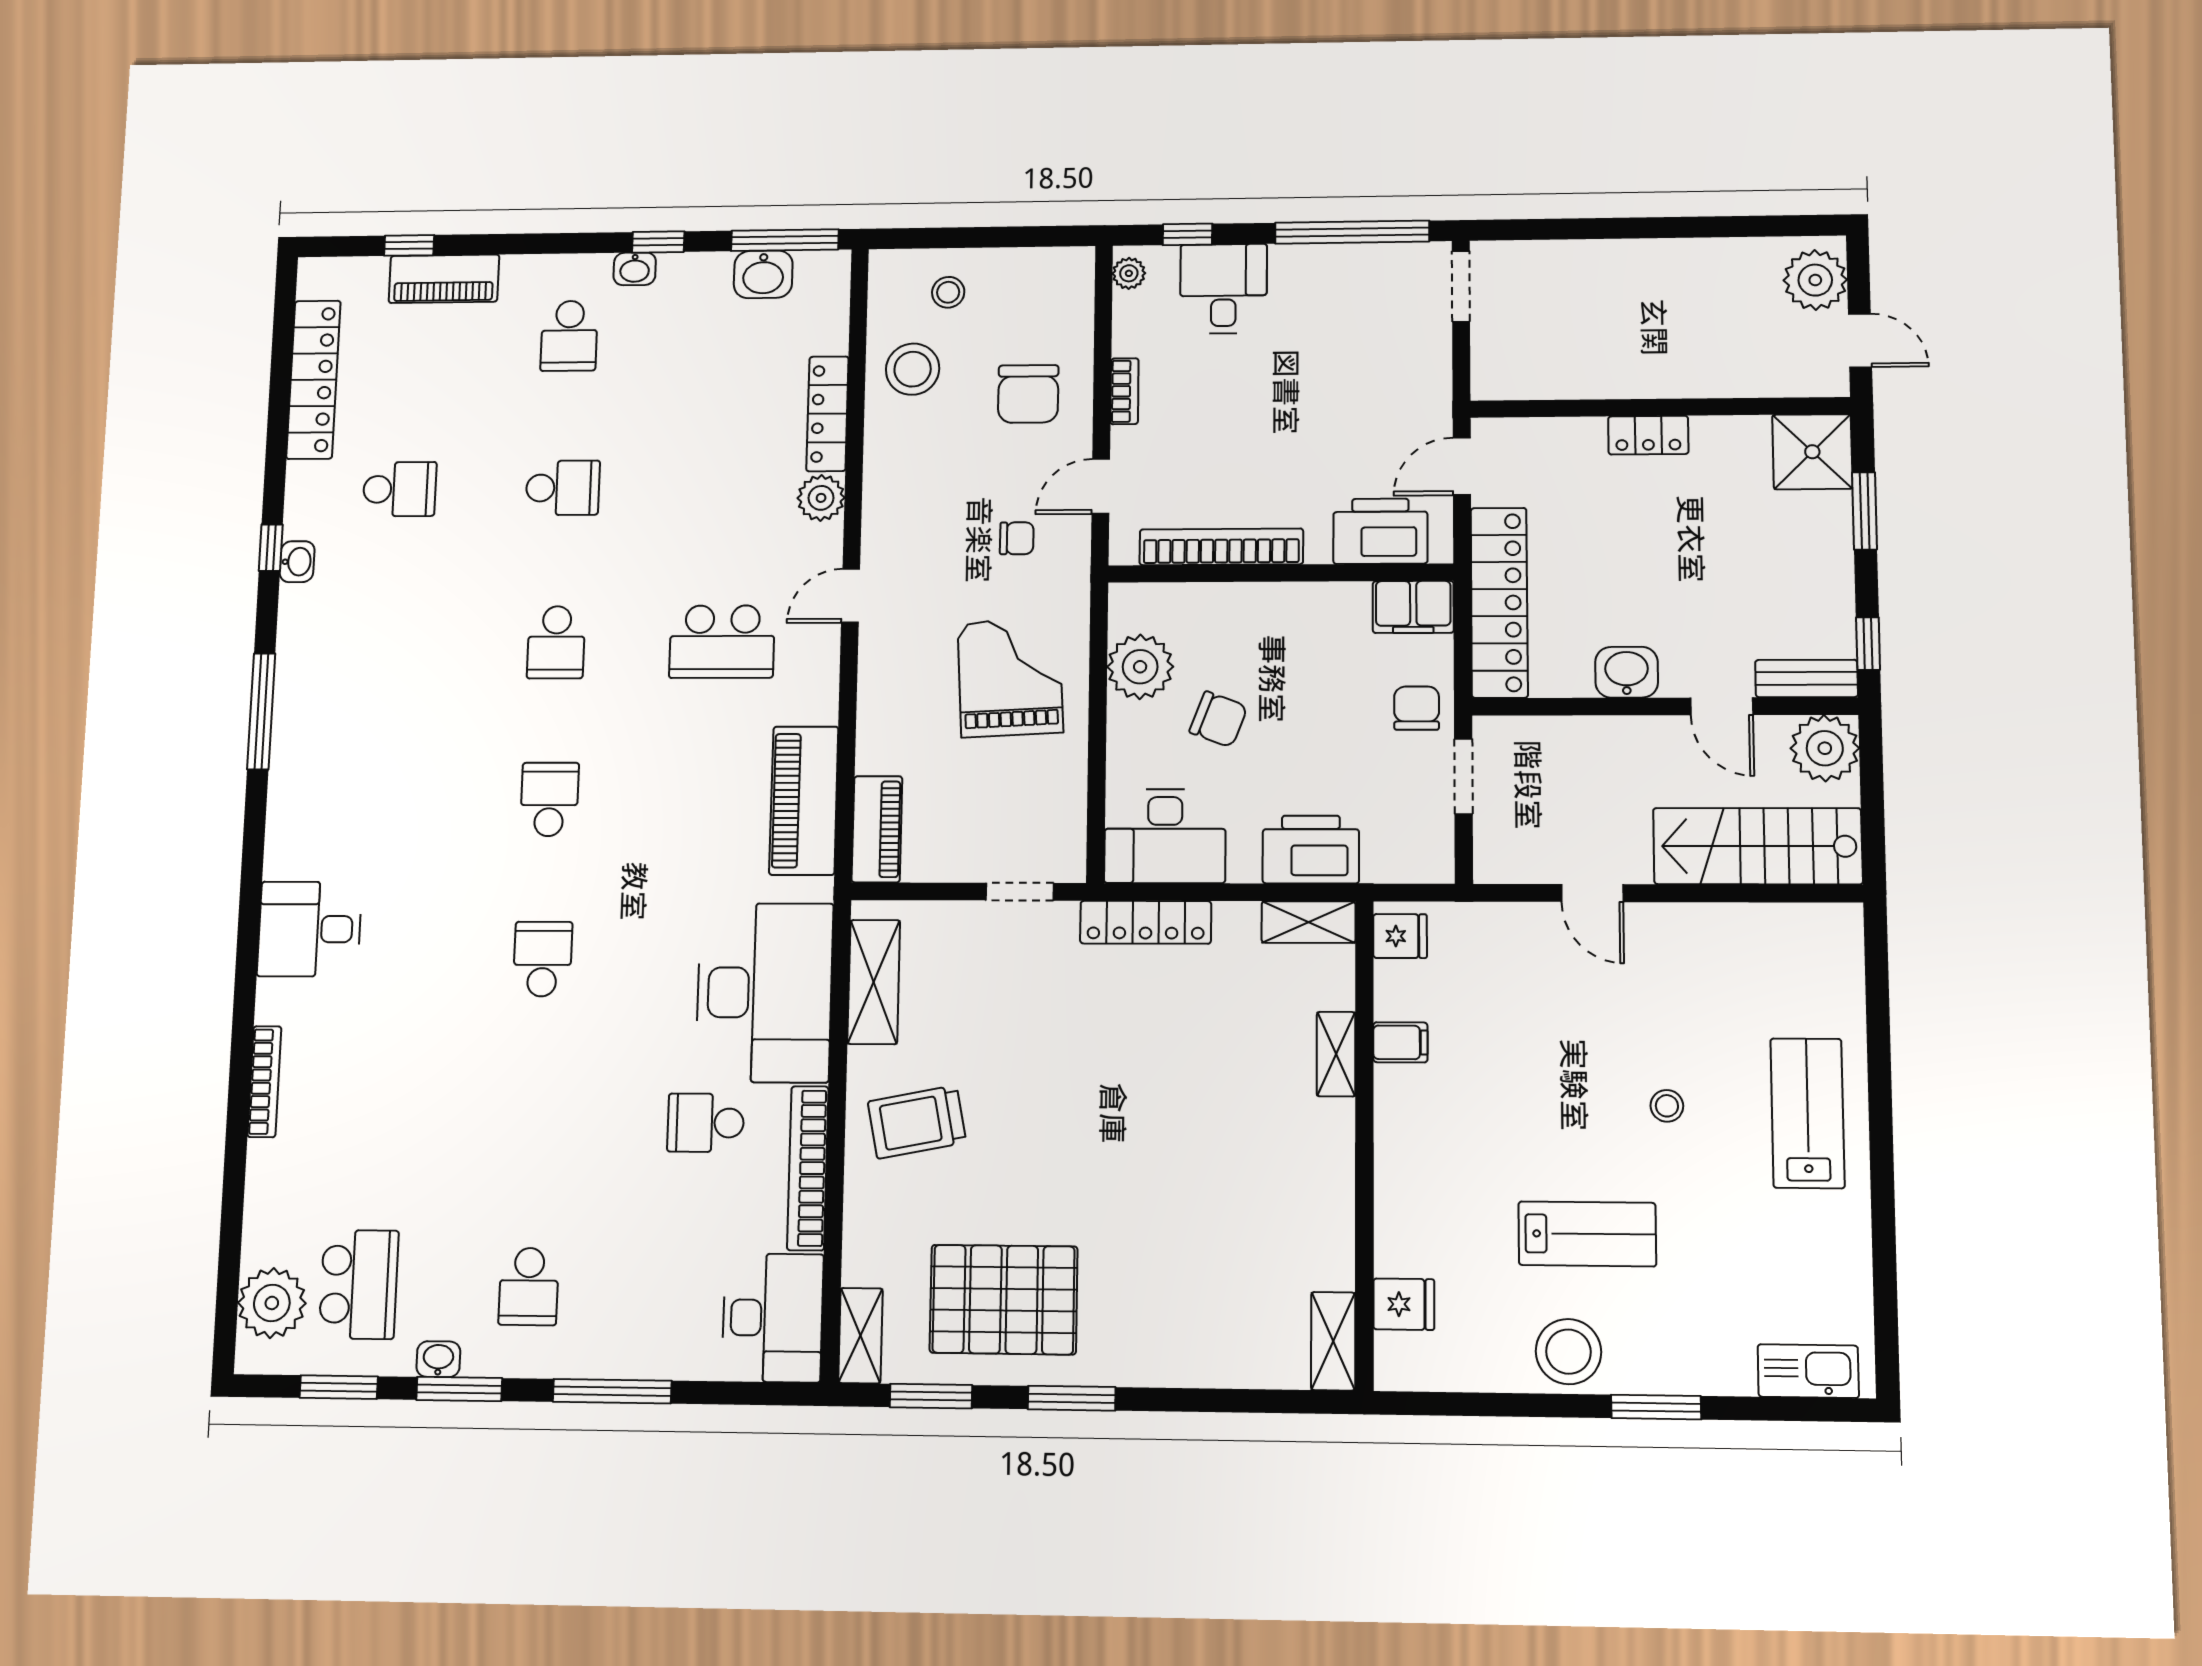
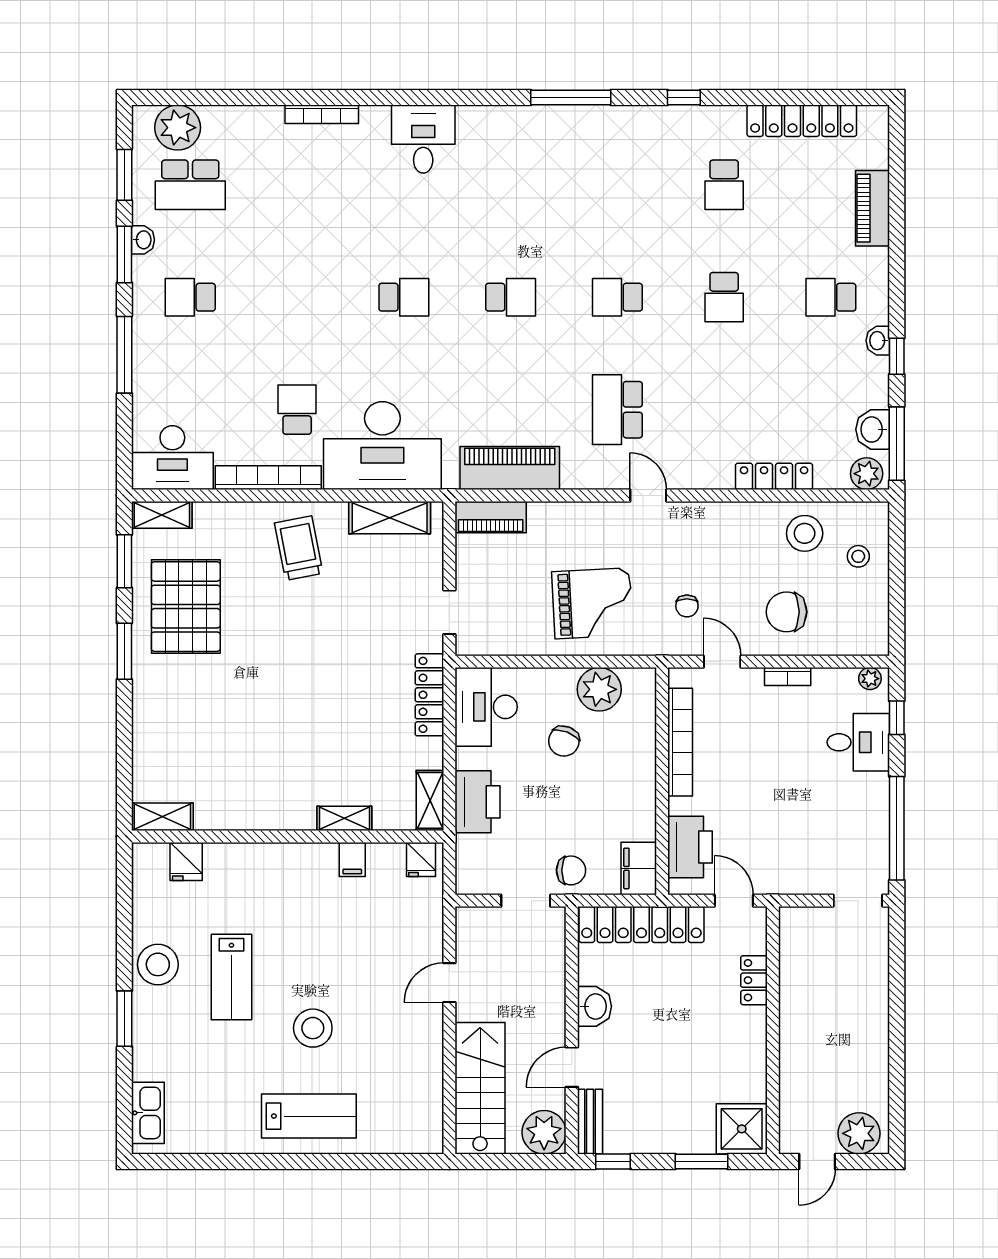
window: (409, 245) -> (897, 183), removed
locker: (1648, 435) -> (754, 980), moved
plant: (821, 498) -> (867, 474), moved
washbasin: (297, 562) -> (674, 116), removed
stool: (1667, 1106) -> (313, 1028), width x1.89, depth x1.89

